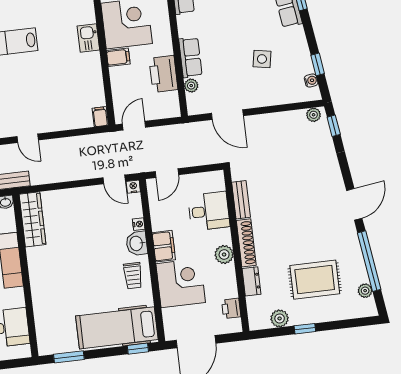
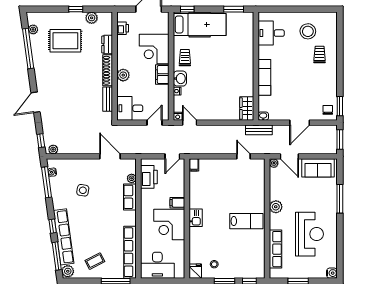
window: (318, 64) -> (47, 182), width x2.17
printer: (163, 74) -> (149, 177), moved
door: (354, 204) -> (36, 102), moved
desk: (209, 211) -> (130, 108), moved
wardrobe: (33, 219) -> (247, 108), width x0.67
plant: (224, 254) -> (123, 75), moved

